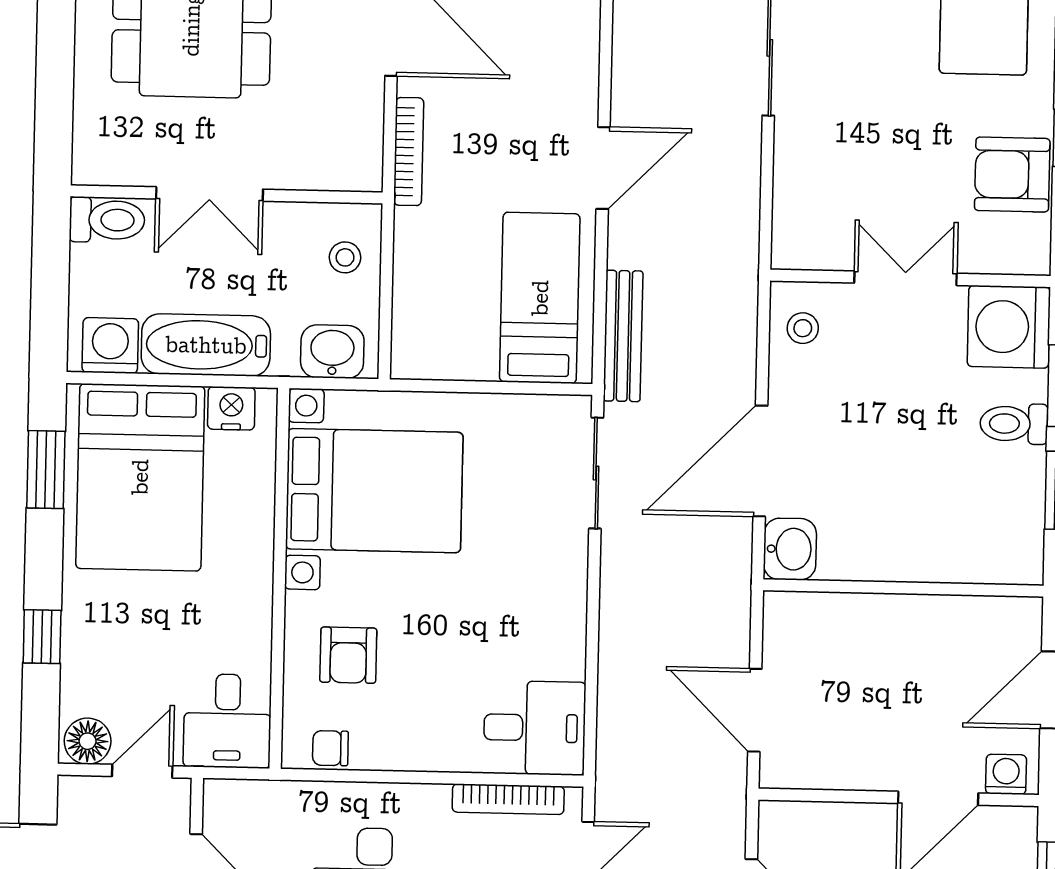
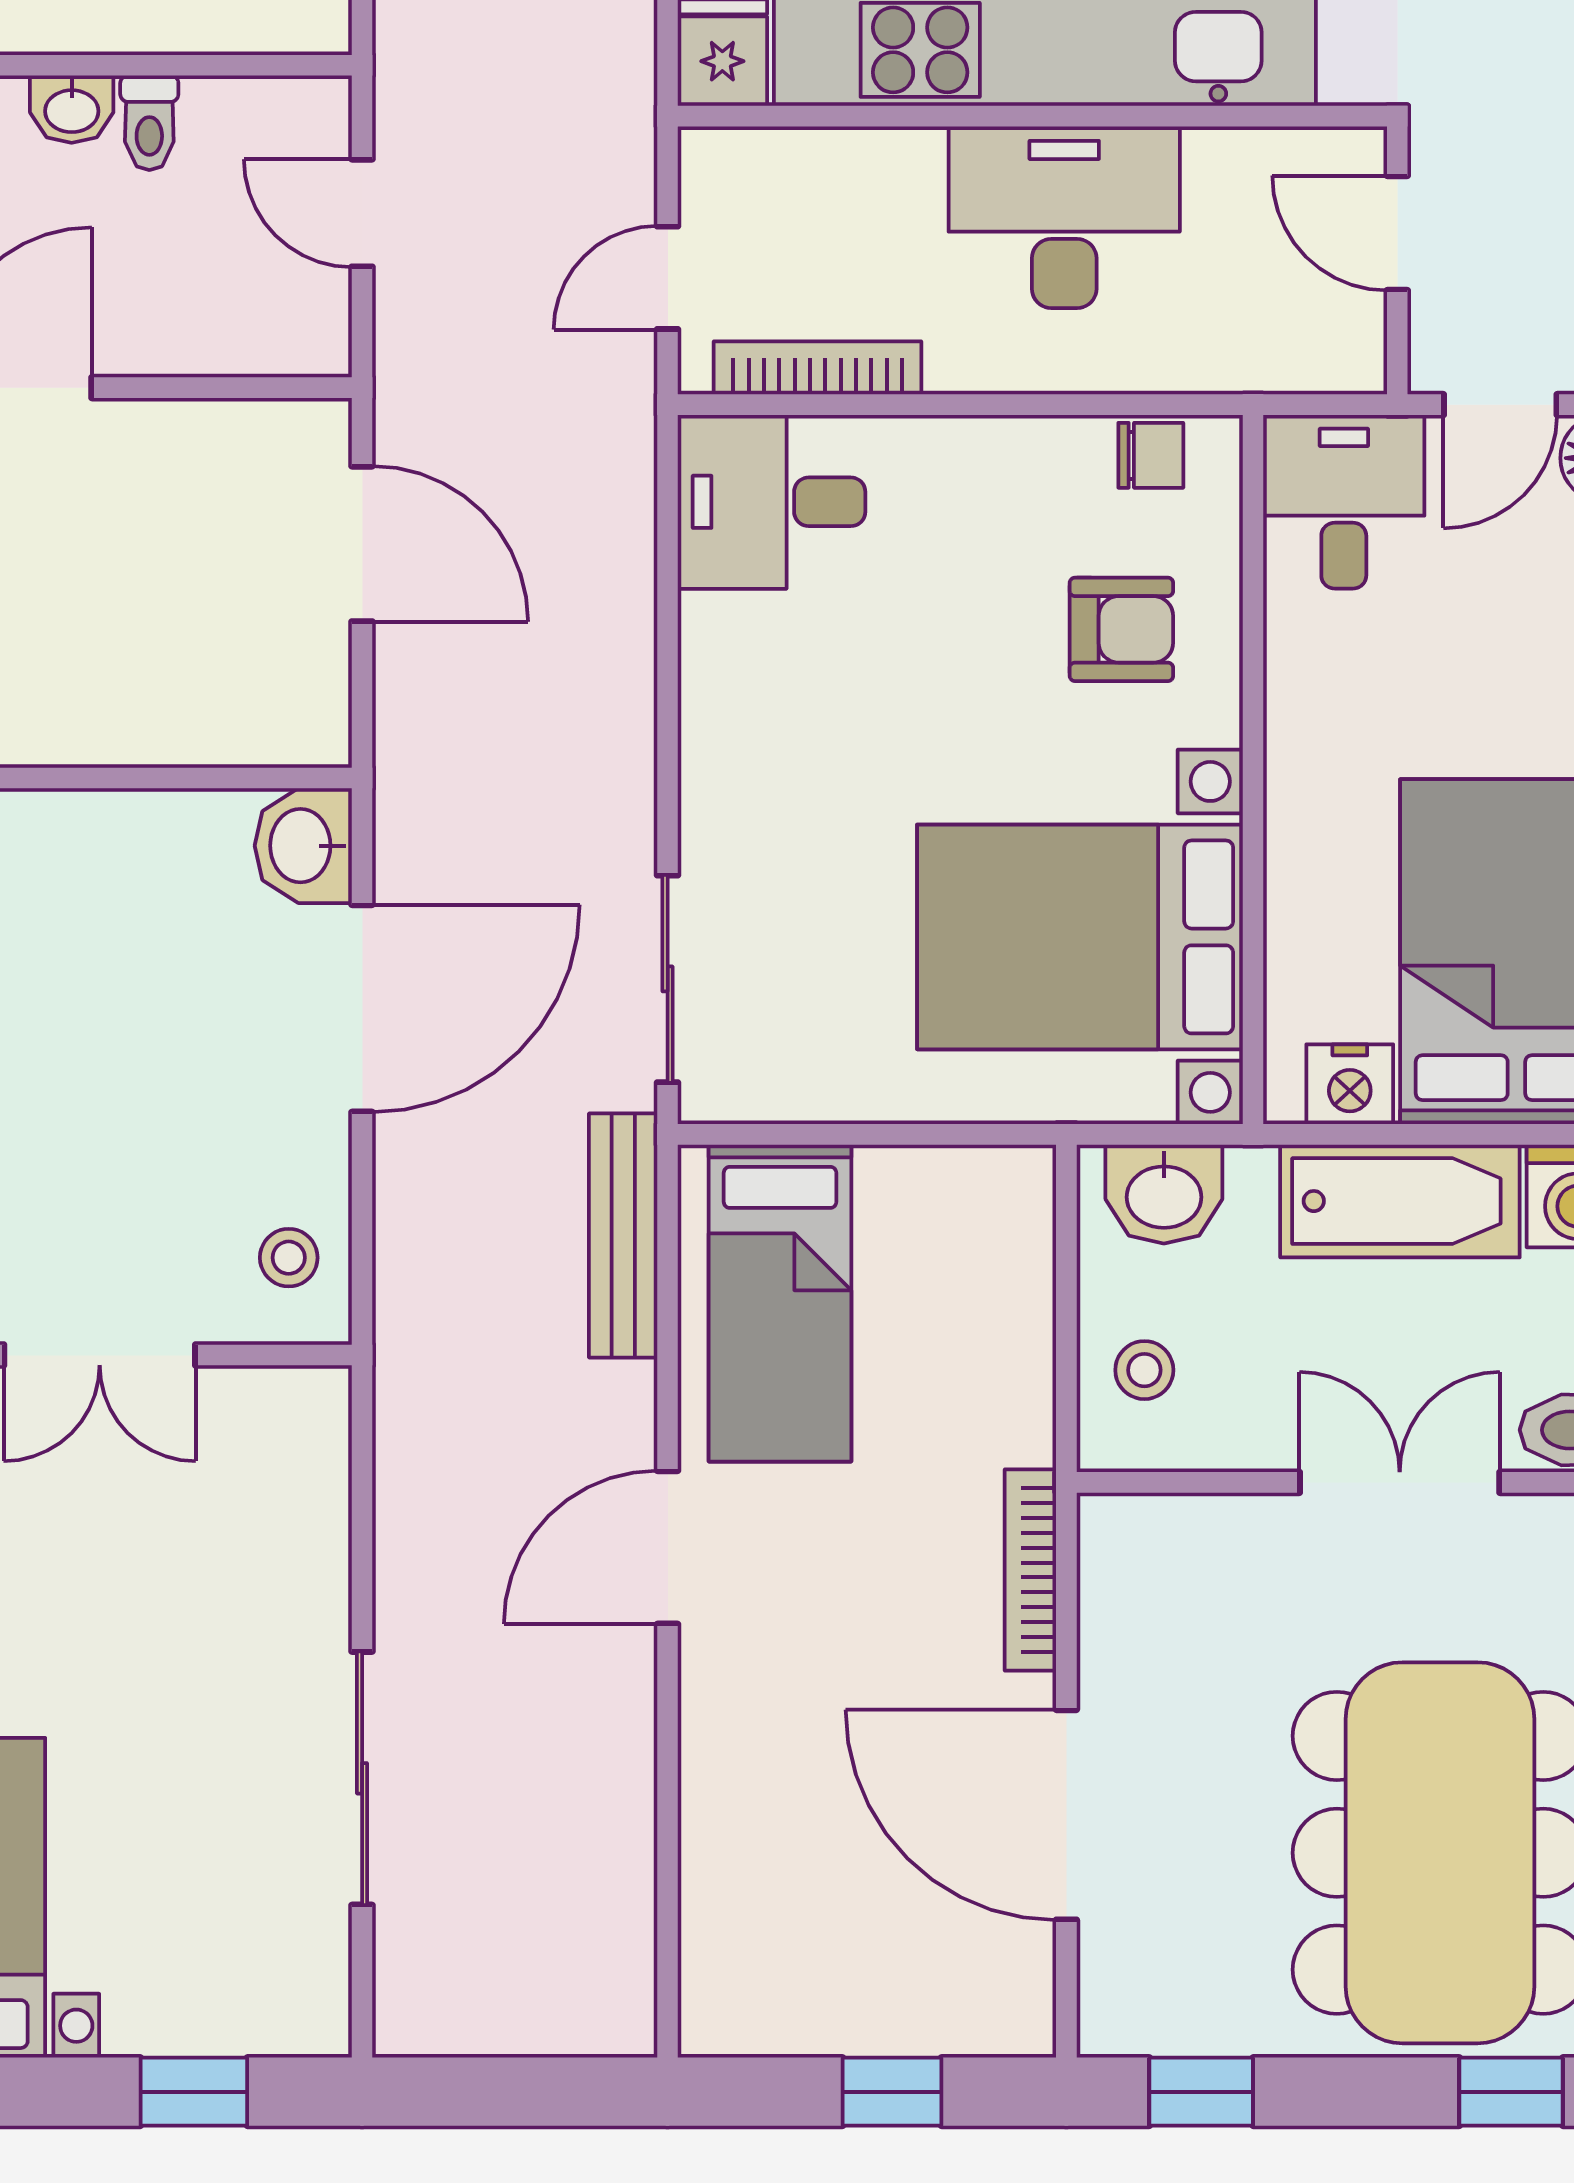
armchair: (348, 655) -> (1121, 629), turned 90

